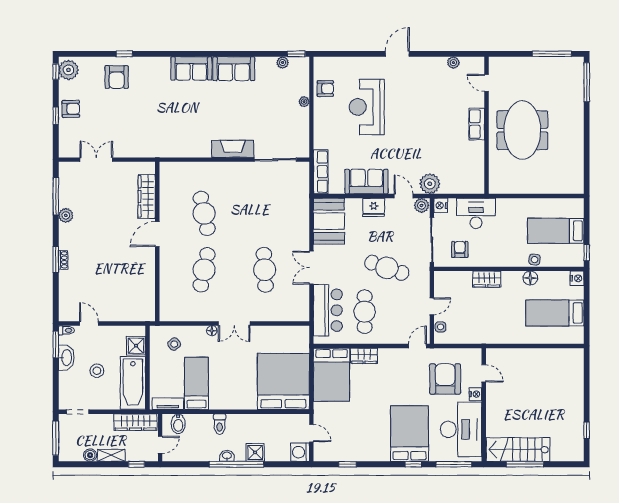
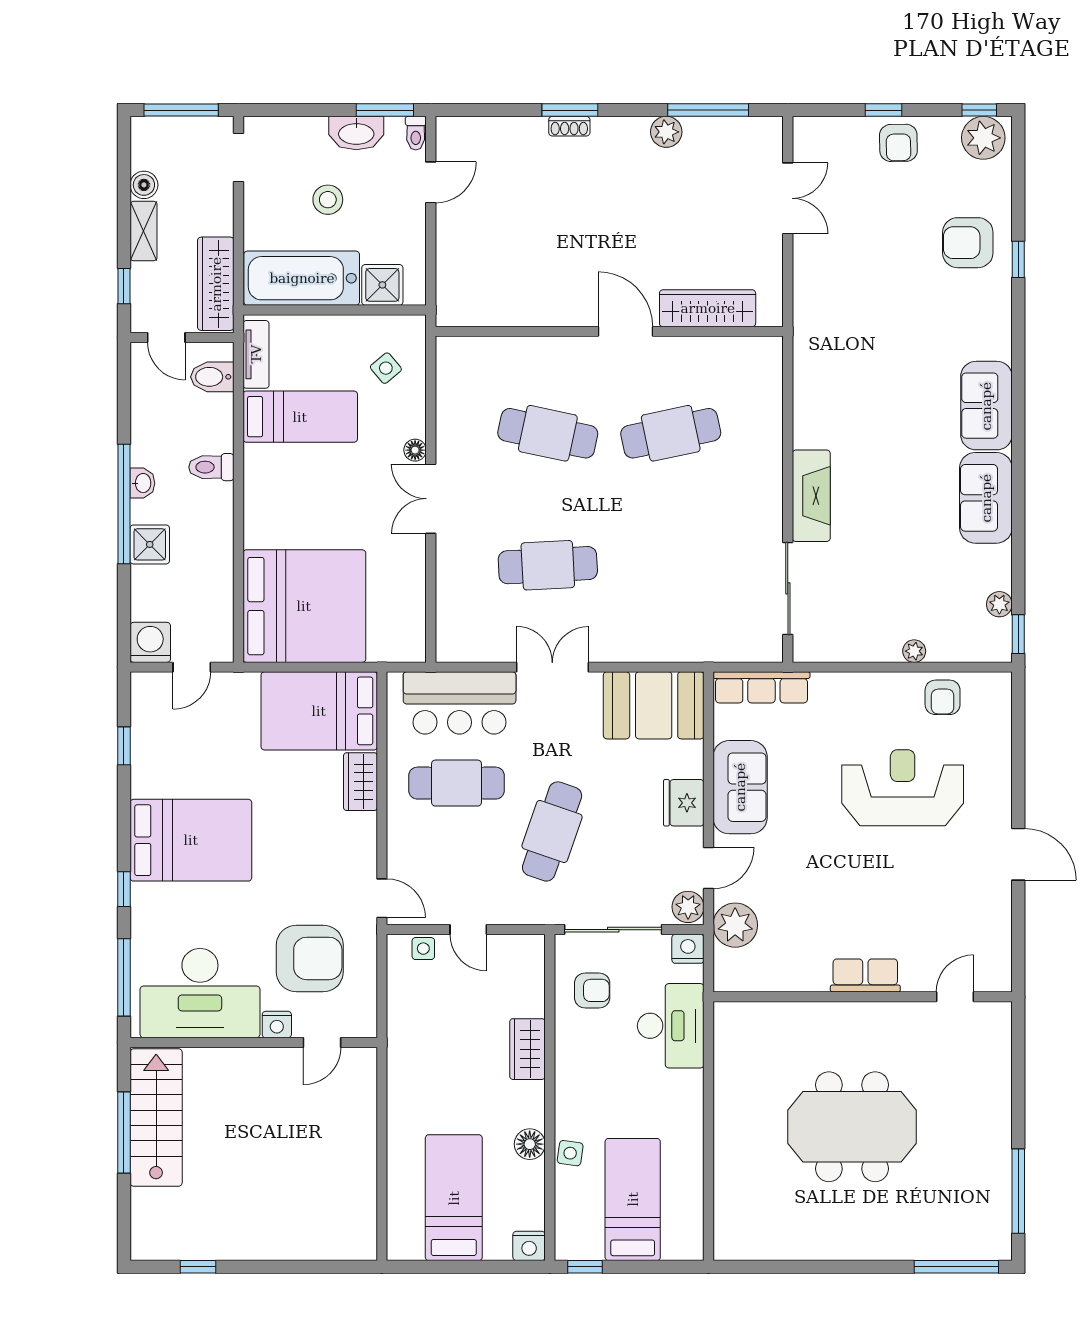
plant: (453, 63) -> (999, 976), removed
door: (486, 83) -> (955, 997), moved
row of seats: (477, 124) -> (865, 975), moved
wall: (486, 125) -> (863, 997), moved
bed: (410, 434) -> (191, 840), moved

